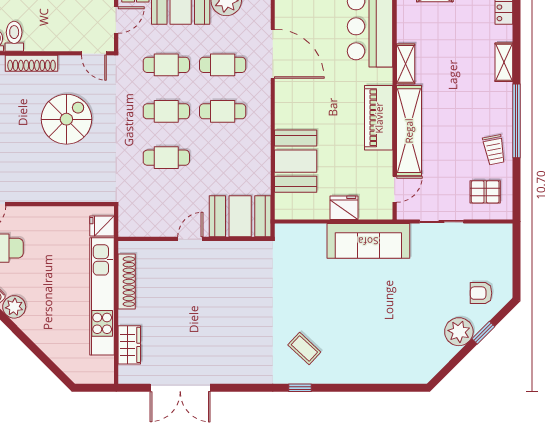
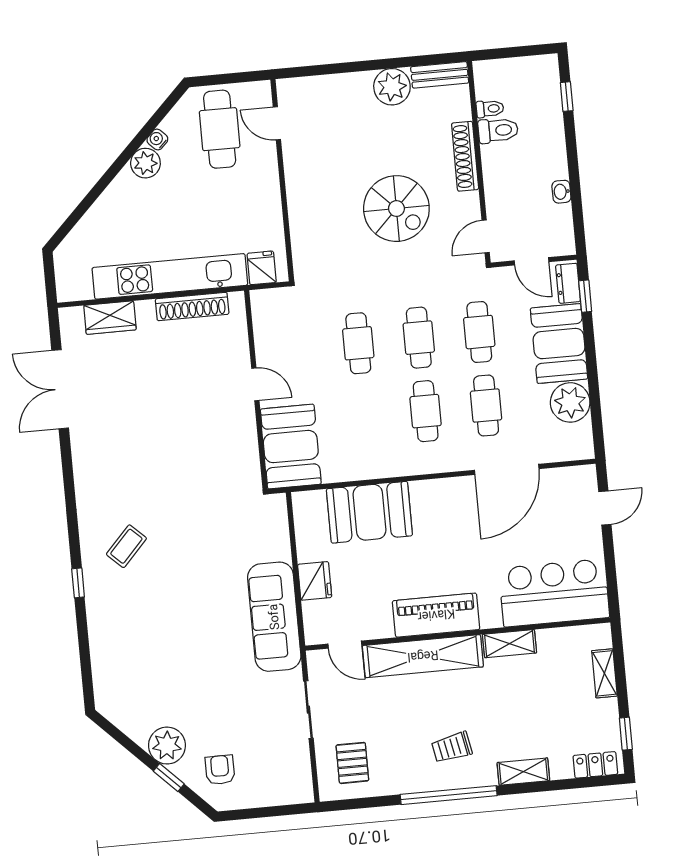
trolley: (494, 150) -> (452, 747), moved
window: (300, 388) -> (78, 583), moved

